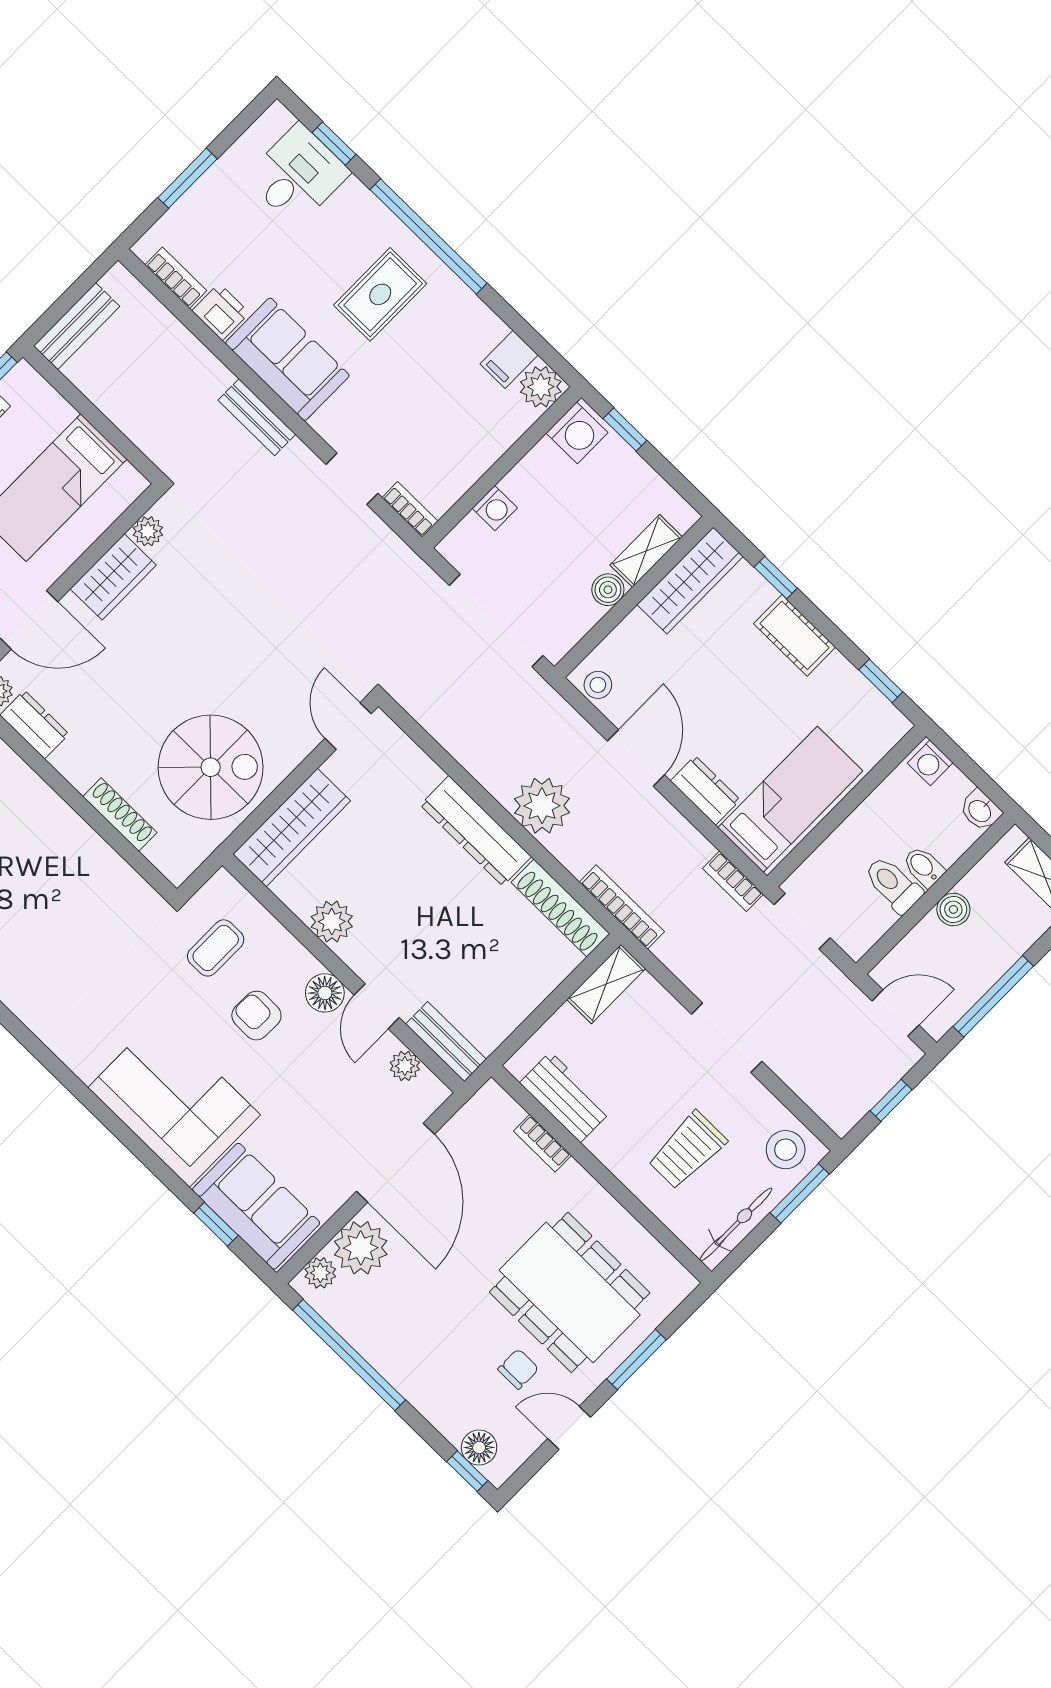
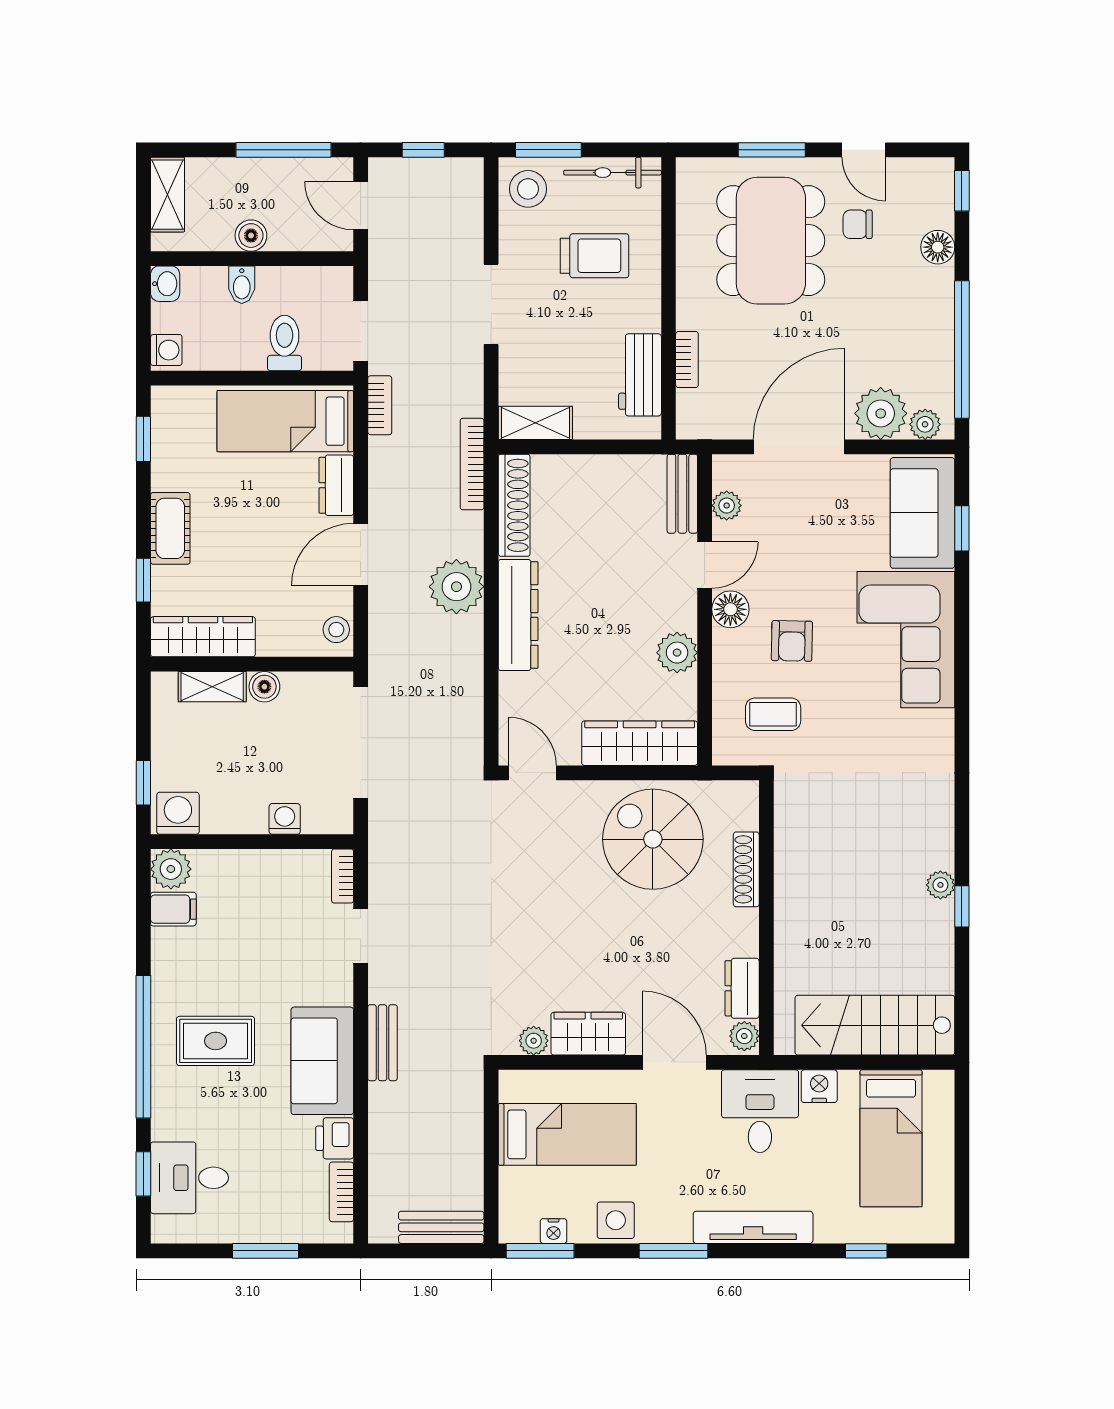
door: (348, 726) -> (532, 773), swing flipped
toilet: (893, 884) -> (285, 343), moved, turned 180
floor lamp: (479, 1448) -> (938, 247), moved

